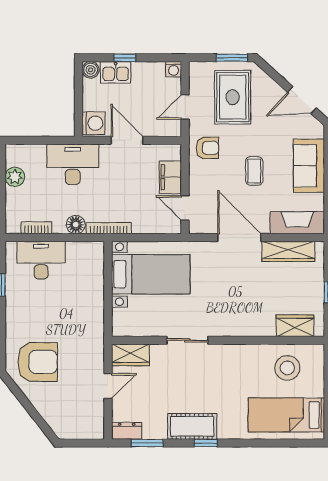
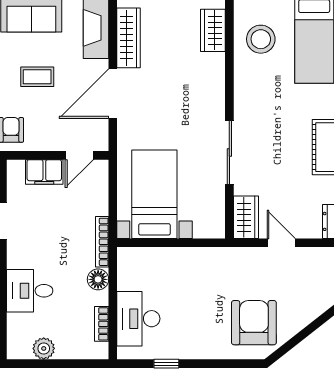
desk: (73, 164) -> (30, 291), width x0.73
sliding door: (187, 340) -> (229, 153), width x1.37

